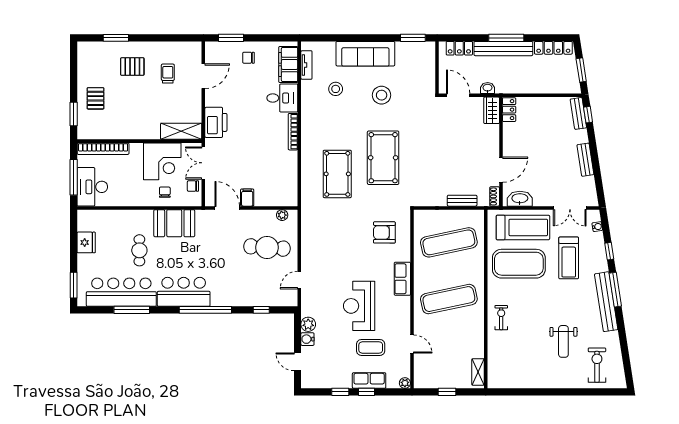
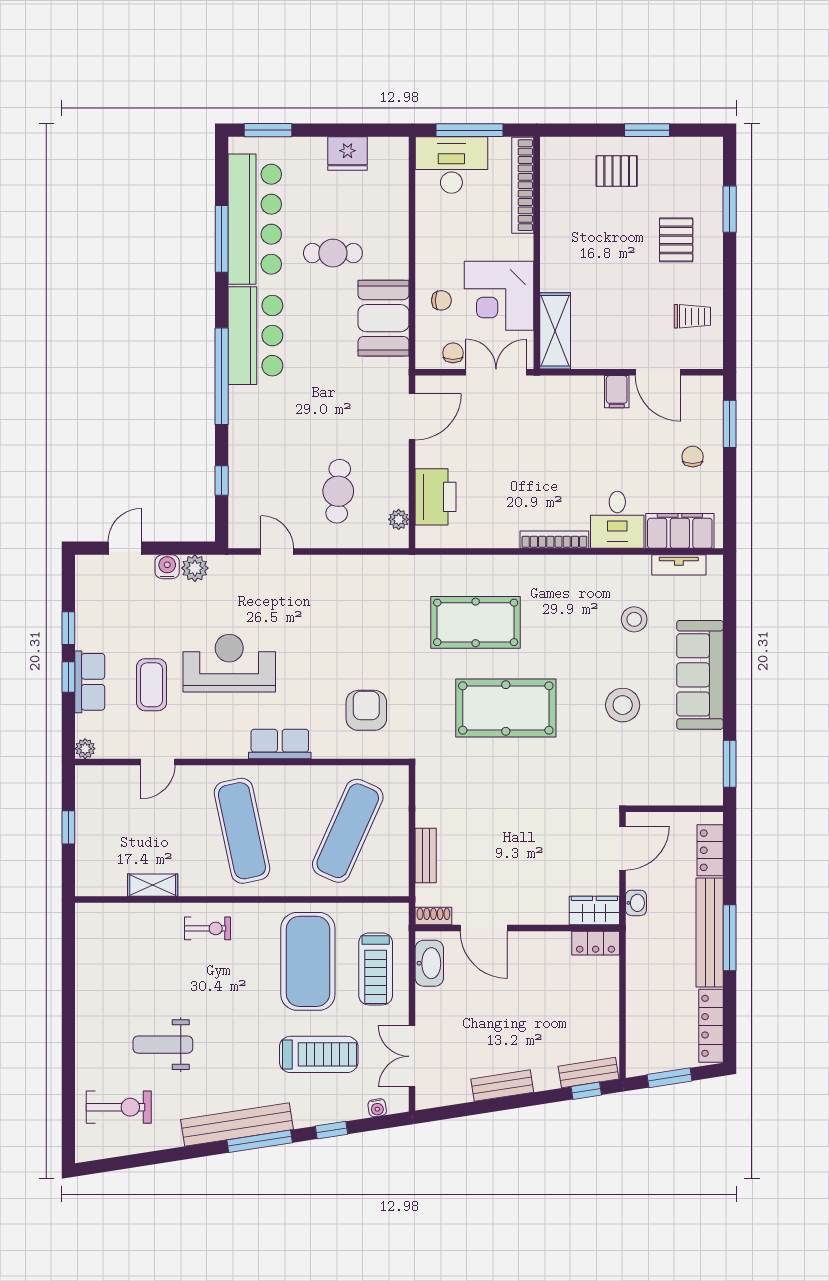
trolley: (168, 74) -> (692, 316), moved
window: (74, 114) -> (647, 130), moved
printer: (216, 122) -> (436, 497), moved, turned -90
filing cabinet: (247, 198) -> (617, 392), moved, turned 90
treadmill: (523, 227) -> (376, 969), width x0.73, depth x0.73
exercise mat: (449, 242) -> (348, 831), turned 36
cafe table: (267, 247) -> (338, 491), width x0.73, depth x0.74
treadmill: (569, 258) -> (319, 1054), turned 180
shelving: (478, 372) -> (153, 885), moved

